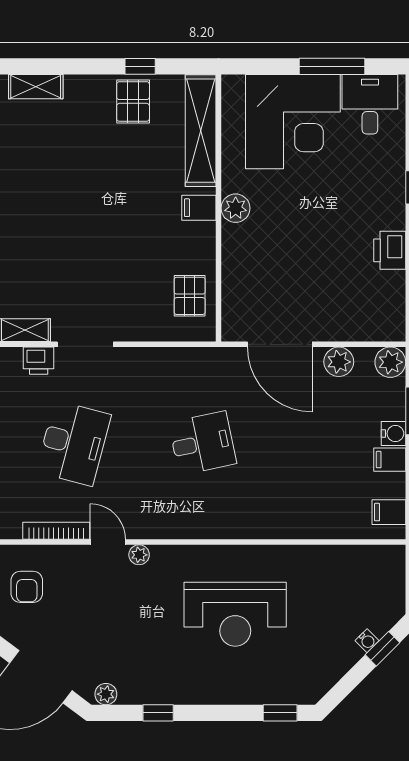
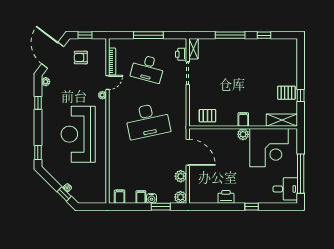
window: (332, 66) -> (301, 174), width x1.46
shelving: (36, 87) -> (292, 53), removed
corner desk: (293, 122) -> (269, 148), moved, turned -90
shelving: (201, 131) -> (282, 120), width x0.68
door: (280, 344) -> (188, 152), swing flipped
desk: (202, 443) -> (148, 121), width x1.87, depth x1.30
armchair: (27, 587) -> (81, 58), moved
reception desk: (235, 614) -> (78, 134), width x1.36, depth x1.30

